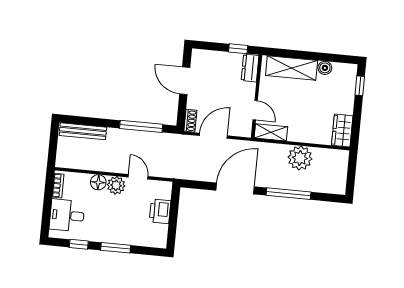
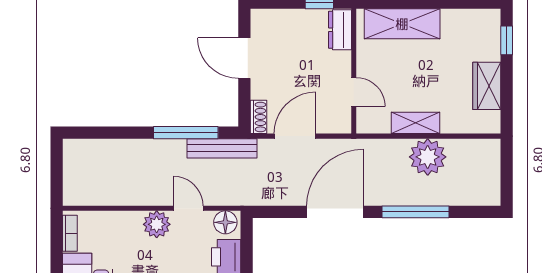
boiler: (325, 68) -> (452, 19), removed
bench: (83, 131) -> (222, 148), moved
wardrobe: (342, 131) -> (487, 86), moved
shelving: (271, 132) -> (415, 123), moved
floor lamp: (98, 182) -> (225, 222), moved

